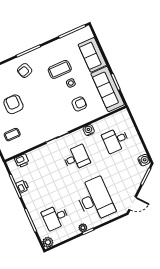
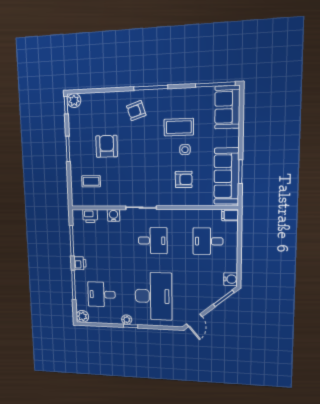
sofa: (92, 55) -> (227, 107), moved
filing cabinet: (122, 115) -> (230, 215), added
water cooler: (89, 130) -> (113, 215), moved
printer: (22, 186) -> (80, 263), moved
door: (133, 203) -> (194, 320), hinge flipped

